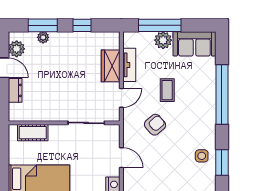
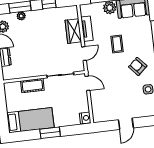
armchair: (155, 125) -> (138, 66), moved, turned -91
cot: (33, 133) -> (32, 86), moved
door: (121, 158) -> (87, 83), moved

